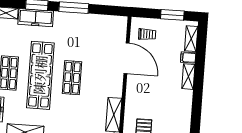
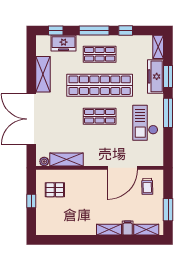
checkout: (82, 32) -> (145, 123), added

